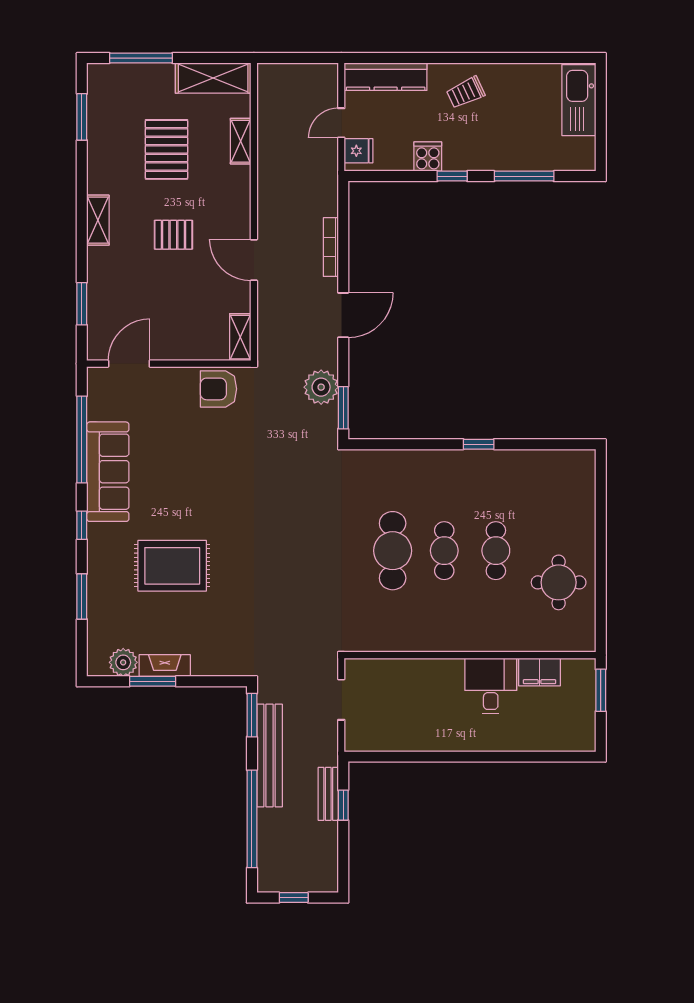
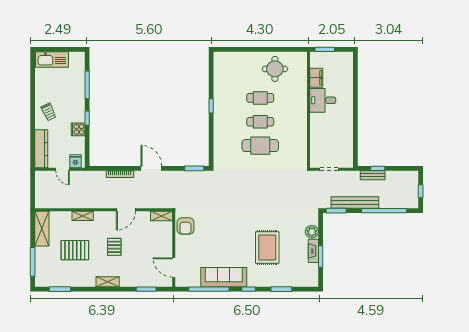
shelving: (241, 141) -> (83, 216), moved
plant: (321, 387) -> (185, 179), removed
plant: (123, 662) -> (312, 232), moved

